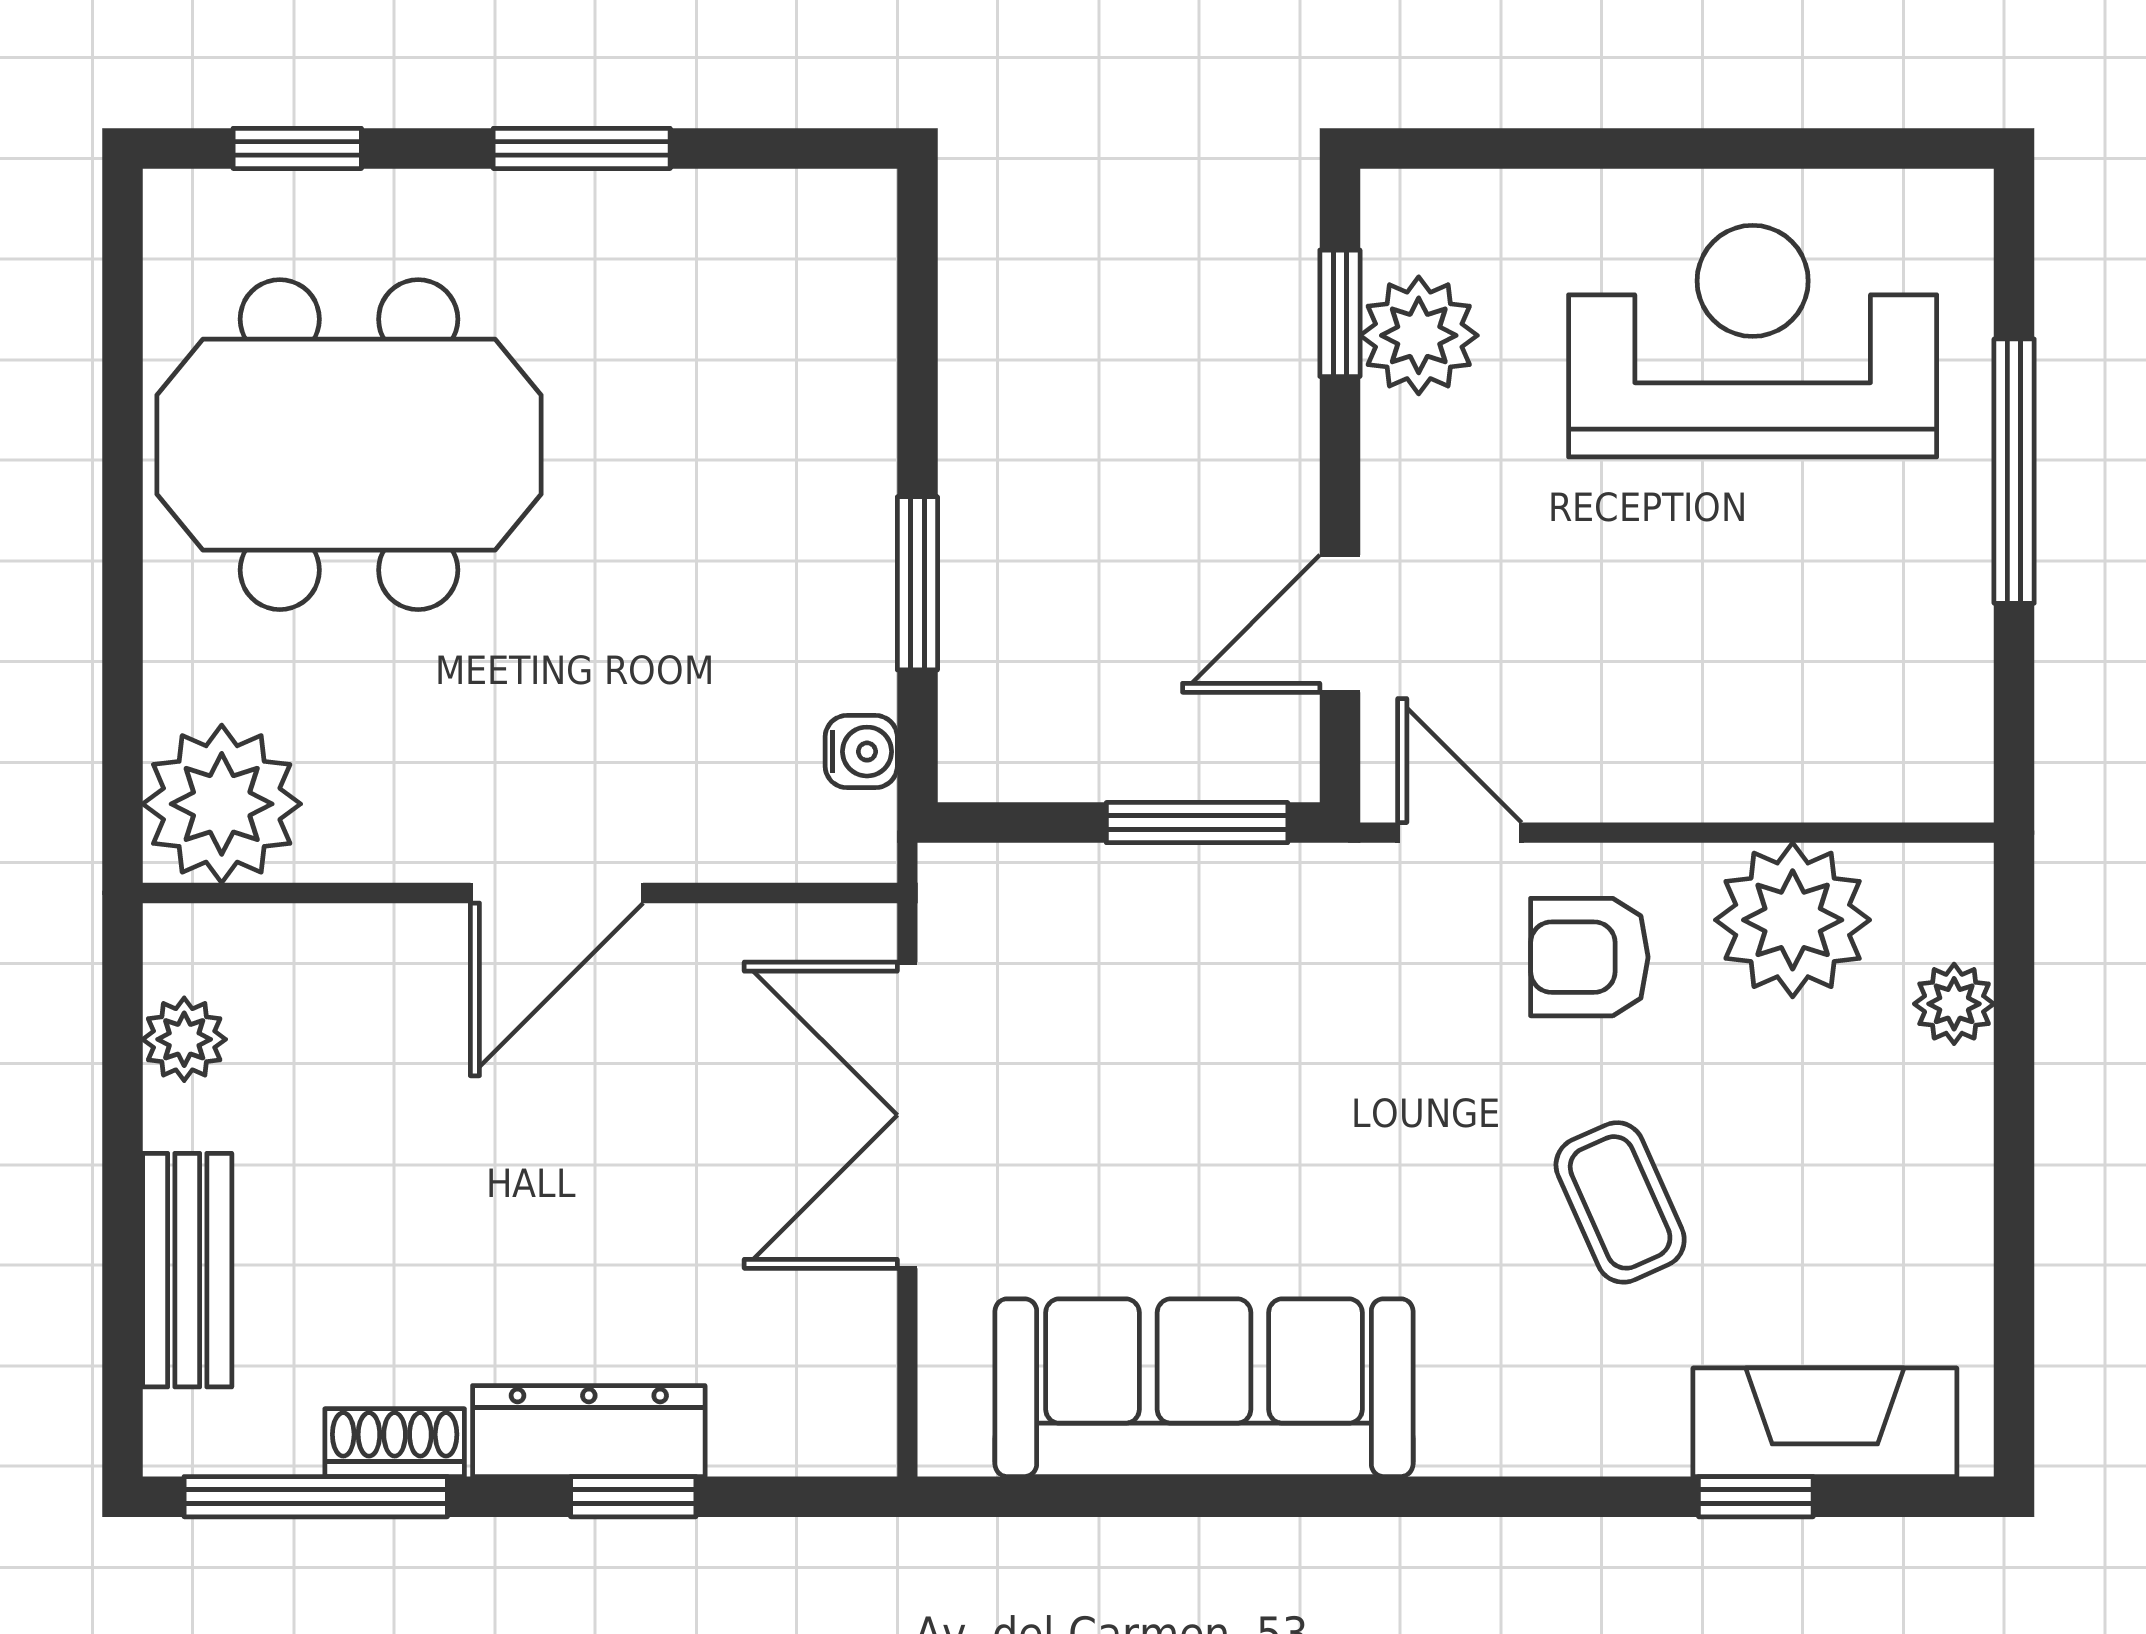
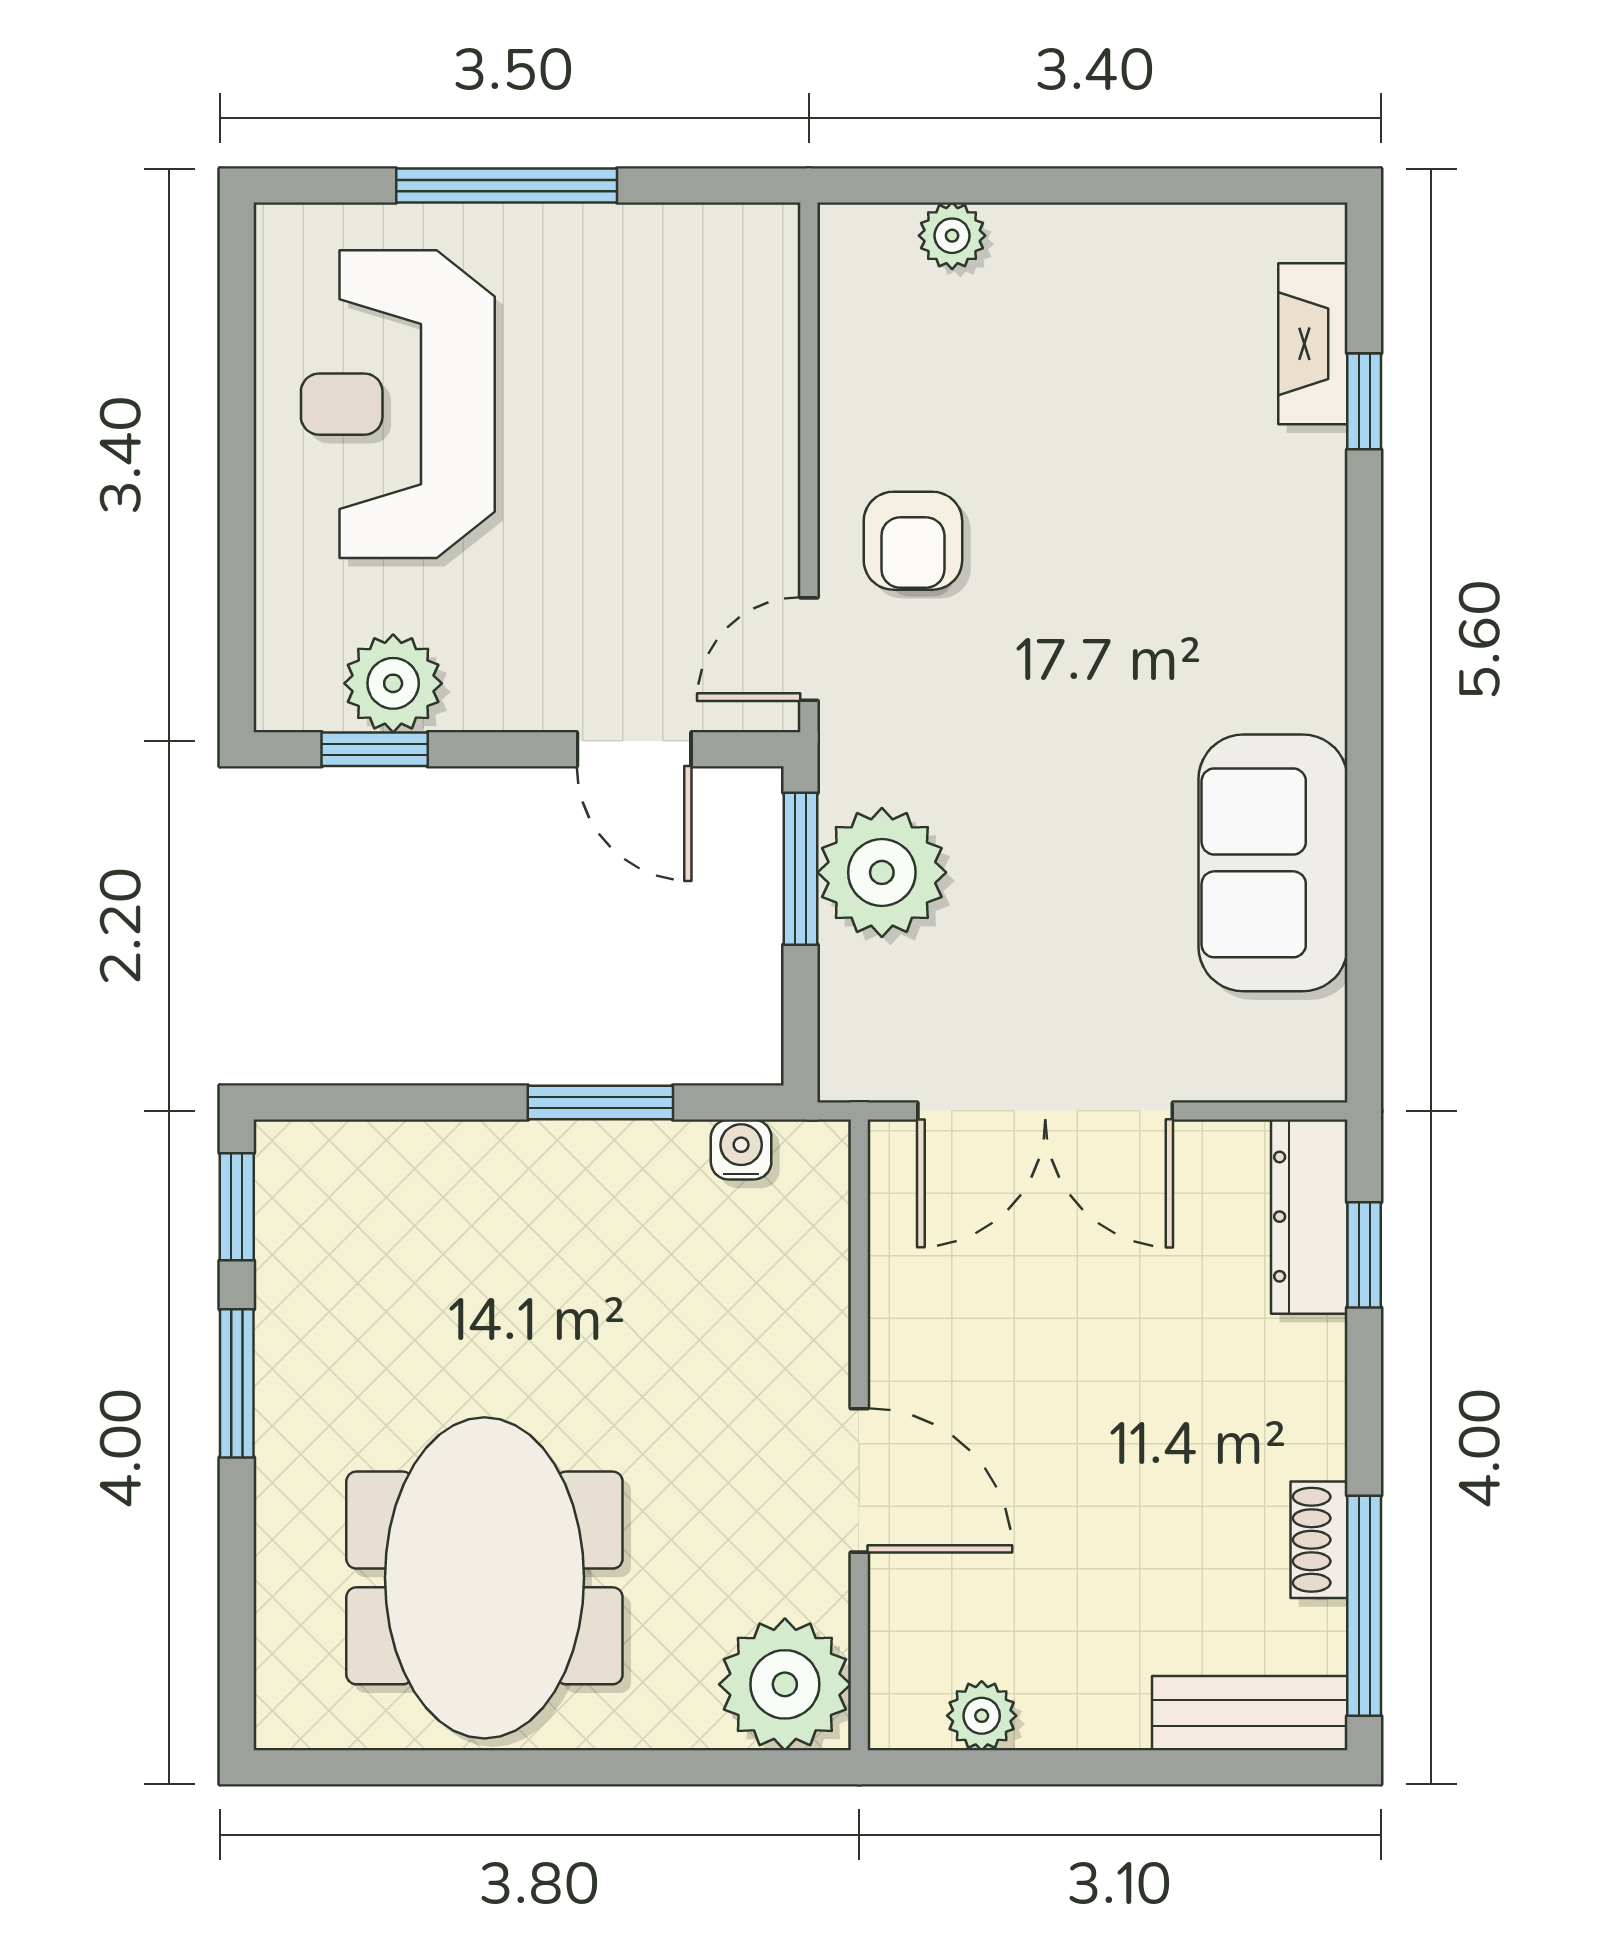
window: (297, 148) -> (237, 1207), moved
door: (557, 893) -> (859, 1480), moved
plant: (1793, 920) -> (882, 872), moved
coffee table: (1620, 1202) -> (1118, 515), removed
bench: (187, 1270) -> (1250, 1713), moved
sofa: (1204, 1388) -> (1273, 863), width x0.73
fireplace: (1825, 1422) -> (1313, 344), width x0.73, depth x0.76
dresser: (589, 1431) -> (1309, 1217), moved
window: (633, 1497) -> (1364, 1255), moved

